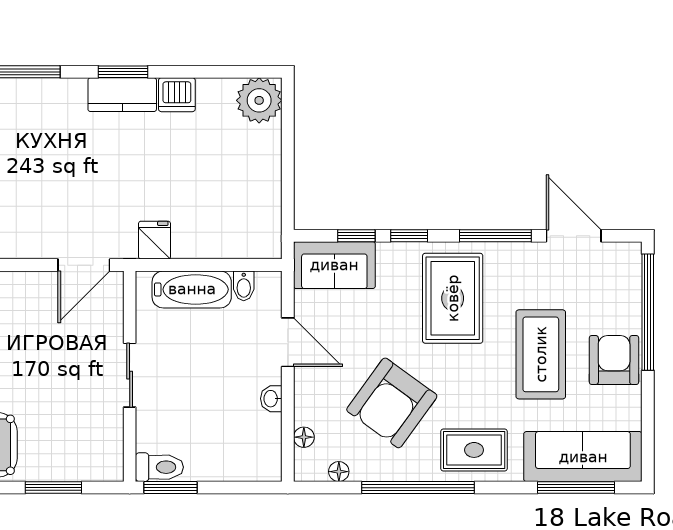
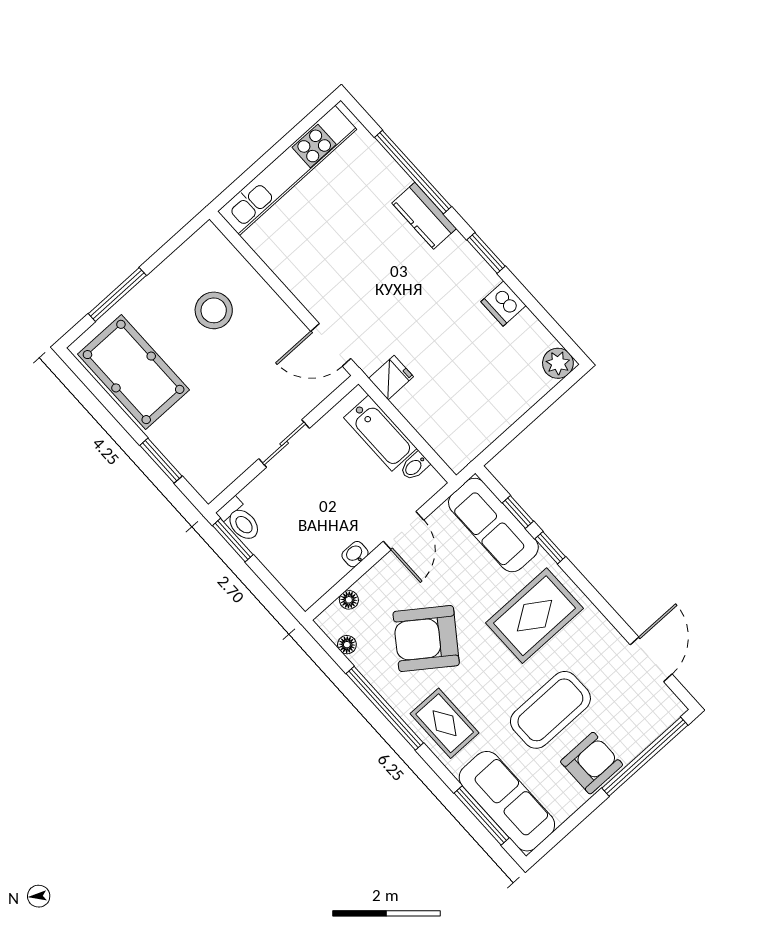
kitchen counter: (122, 95) -> (424, 216), moved
plant: (259, 100) -> (558, 363), width x0.73, depth x0.73
window: (495, 236) -> (603, 606), removed
sofa: (334, 265) -> (493, 525), width x1.36

